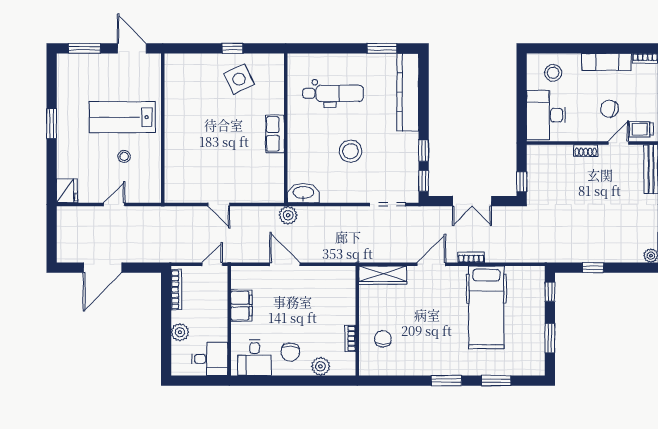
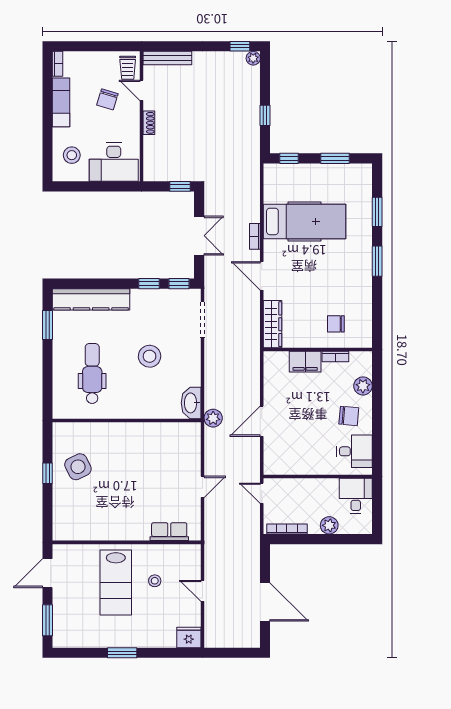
row of seats: (275, 134) -> (169, 532), moved, turned 180
filing cabinet: (241, 305) -> (305, 362), moved, turned 180

